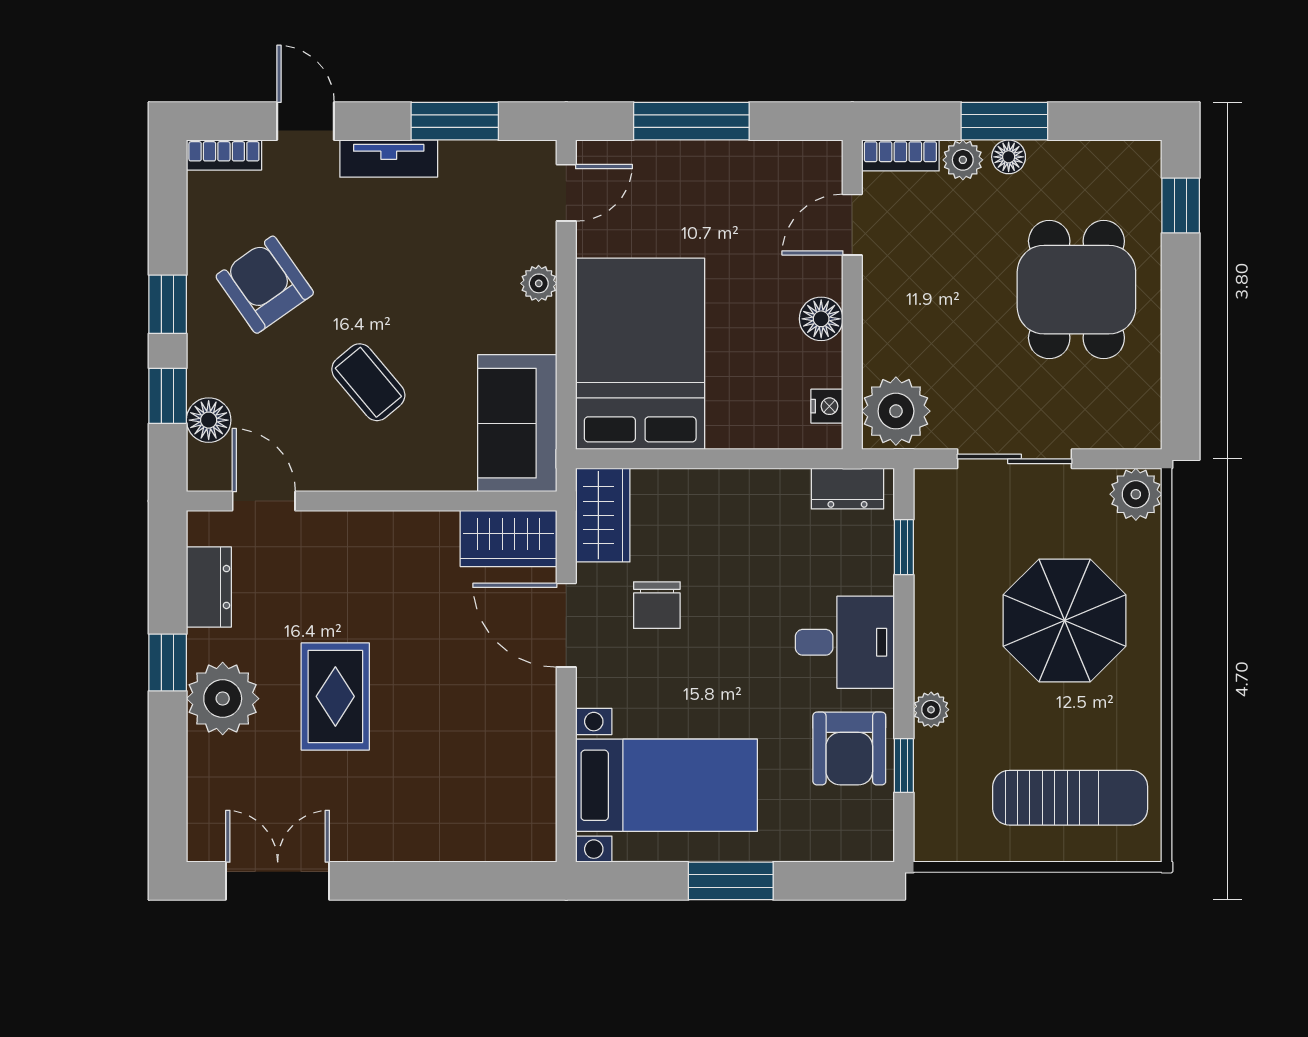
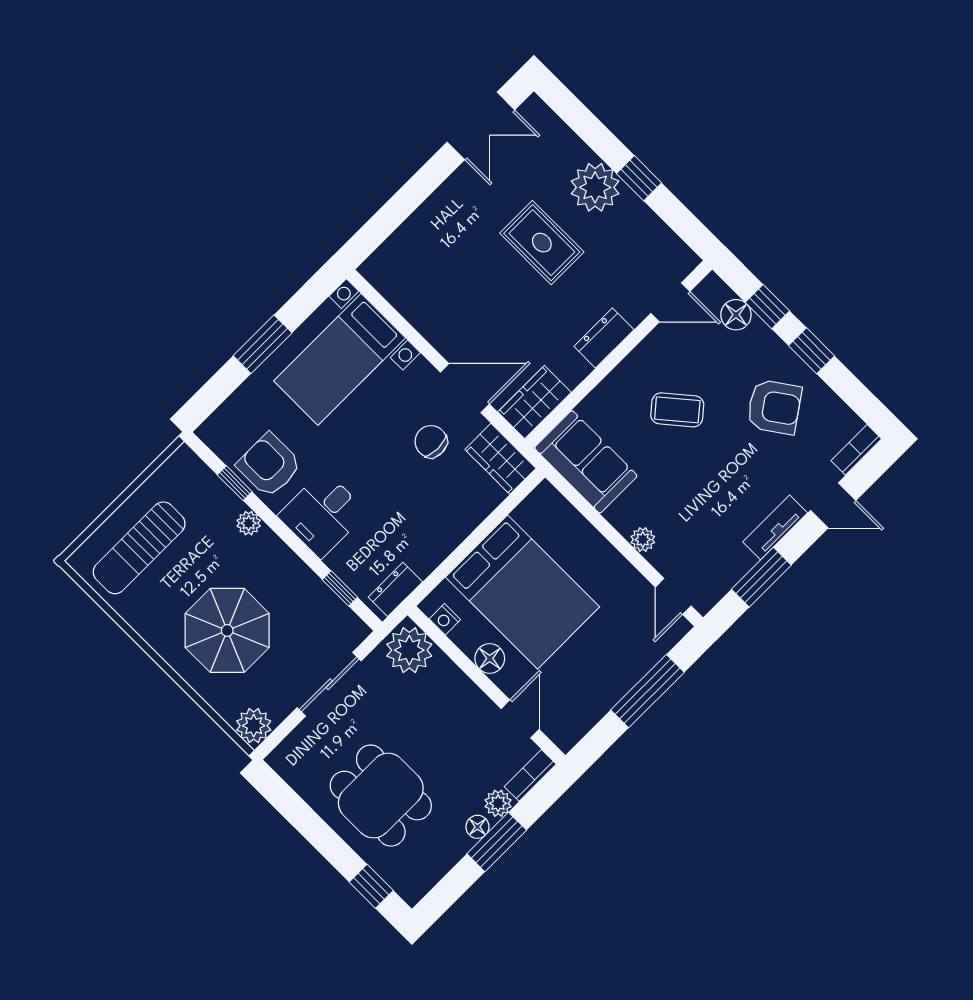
bed: (640, 354) -> (523, 592), moved
dresser: (209, 587) -> (604, 338), moved, turned 90

